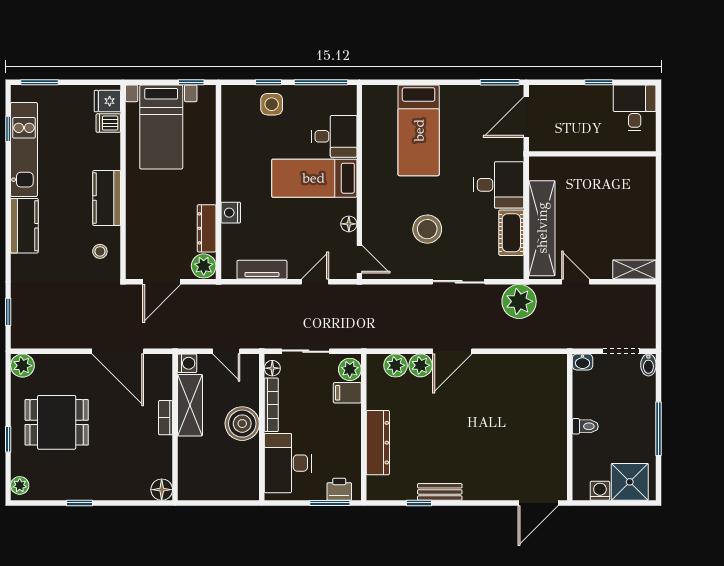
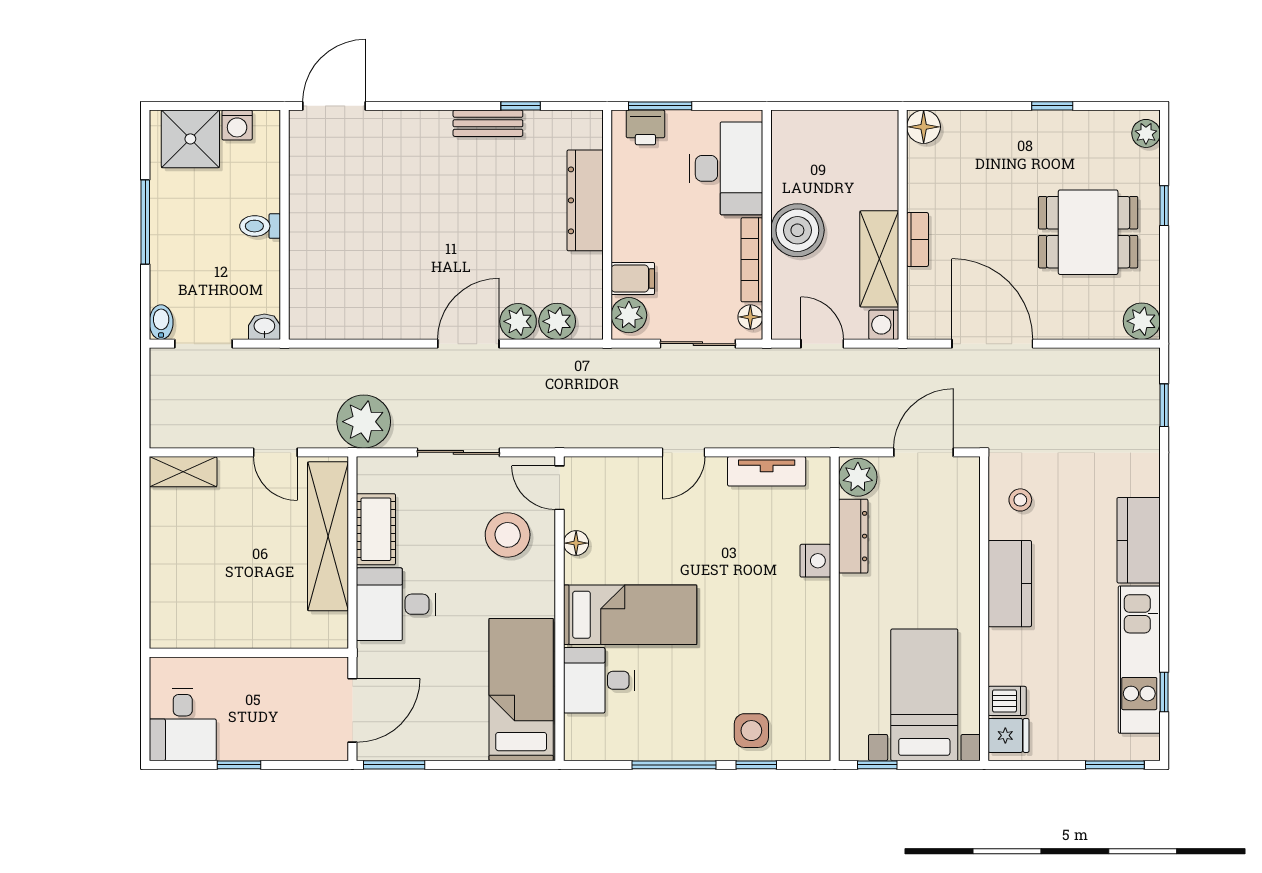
desk: (334, 136) -> (599, 680), moved
bed: (314, 178) -> (630, 615), moved
wall: (359, 182) -> (560, 609), moved
floor lamp: (349, 224) -> (576, 543), moved
door: (359, 259) -> (560, 488), moved

